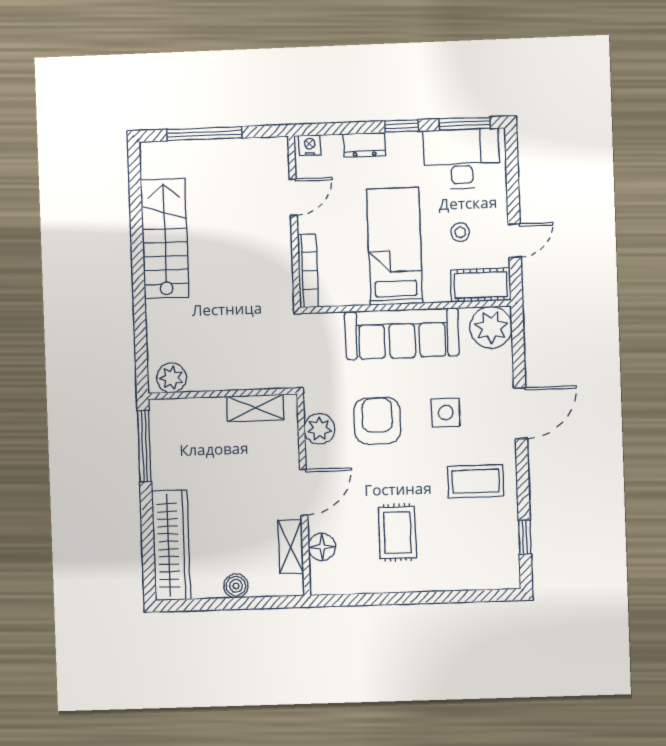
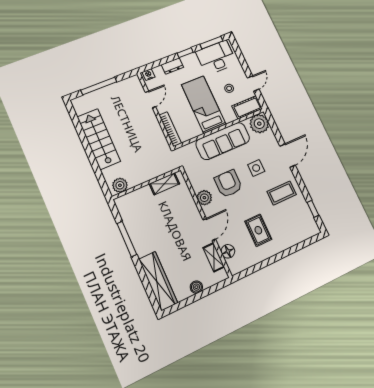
plant: (172, 378) -> (120, 185), moved
wall: (223, 394) -> (147, 183), moved
shelving: (255, 408) -> (164, 184), moved

